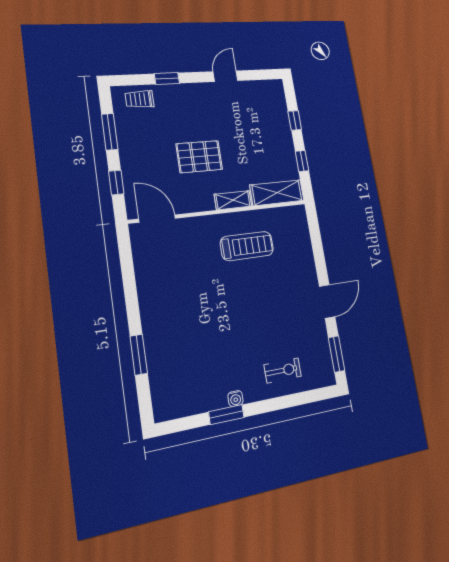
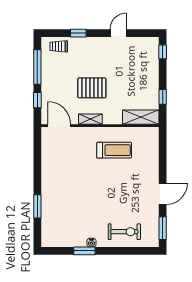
window: (295, 120) -> (163, 52), moved
window: (110, 132) -> (37, 67), width x1.44
shelving: (233, 200) -> (90, 119), moved
exercise bike: (283, 370) -> (124, 232), width x1.38, depth x1.39

